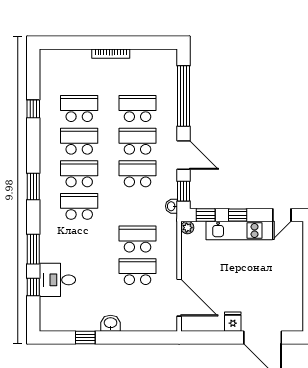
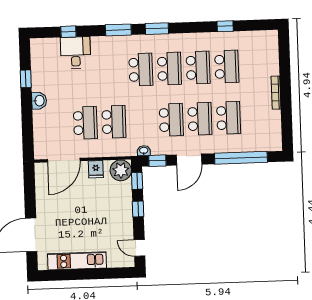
plant: (187, 228) -> (121, 170), width x1.87, depth x1.87
kitchen unit: (239, 230) -> (77, 261), moved, turned 90
window: (33, 249) -> (118, 30), moved
fridge: (233, 322) -> (96, 169), moved, turned 90

